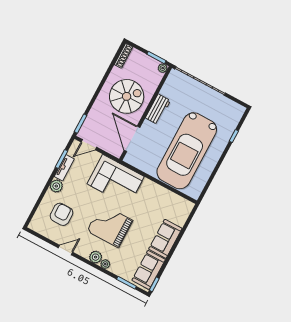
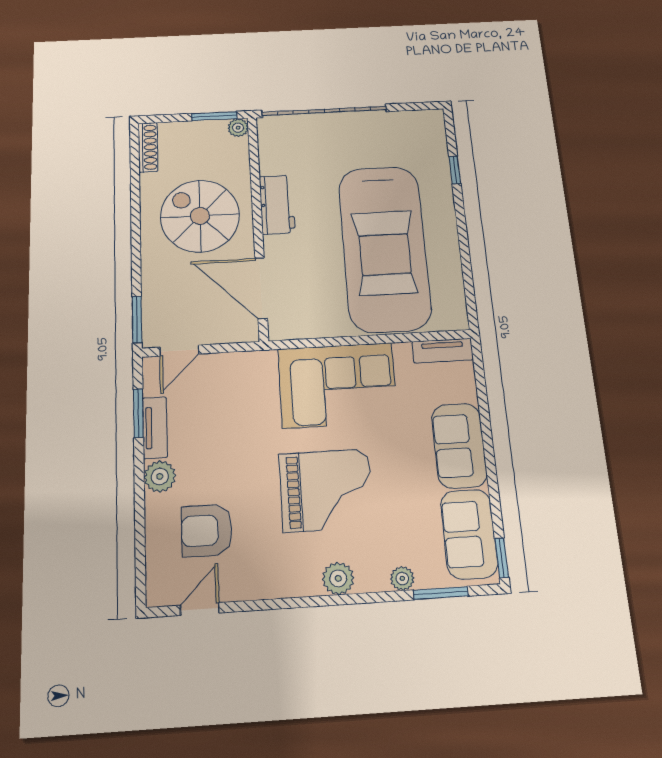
spiral stairs: (127, 96) -> (200, 216), turned -90
corner sofa: (116, 180) -> (338, 385), moved
tv unit: (182, 202) -> (443, 351), added
armchair: (62, 214) -> (207, 530), turned -90
grand piano: (110, 226) -> (326, 490), turned 180
door: (65, 250) -> (200, 609), moved
plant: (105, 264) -> (402, 578), moved

